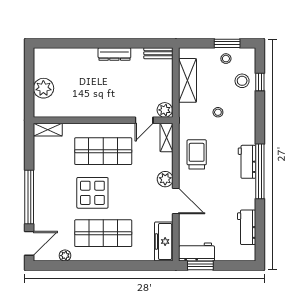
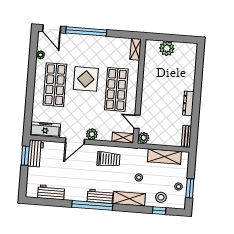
shelving: (247, 123) -> (129, 199), added

